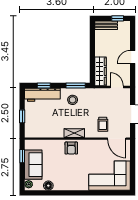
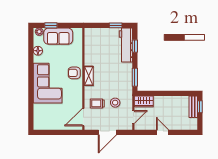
window: (118, 18) -> (200, 107), moved
wardrobe: (101, 71) -> (144, 101), width x0.67
stool: (73, 100) -> (115, 103), moved
window: (22, 116) -> (116, 25), moved
window: (22, 156) -> (51, 25), moved
corner sofa: (109, 176) -> (48, 83), moved

